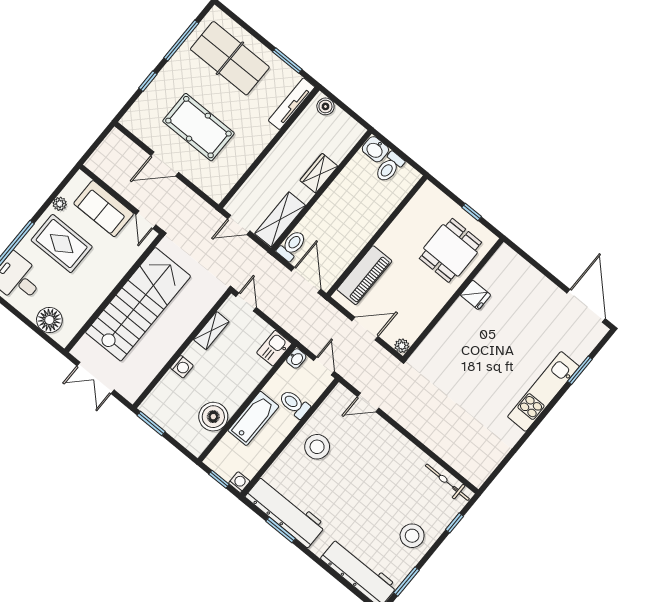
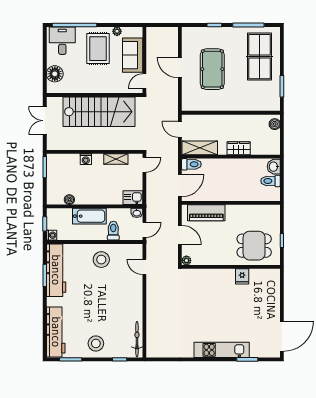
tv unit: (292, 104) -> (262, 106), removed
boiler: (213, 417) -> (69, 200), width x0.54, depth x0.54

